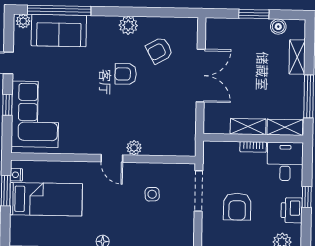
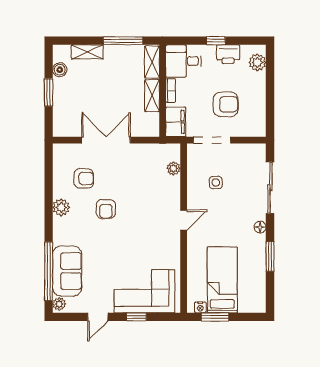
armchair: (159, 50) -> (84, 178), turned -61
plant: (134, 148) -> (173, 168), moved
filing cabinet: (219, 152) -> (176, 122), added

